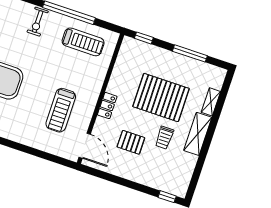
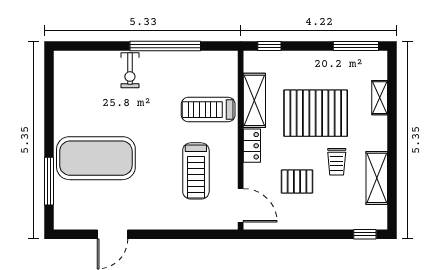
treadmill: (83, 42) -> (208, 110), moved, turned 180
window: (190, 53) -> (356, 46), moved
shelving: (120, 73) -> (254, 100), added
shelving: (198, 134) -> (377, 178), moved

